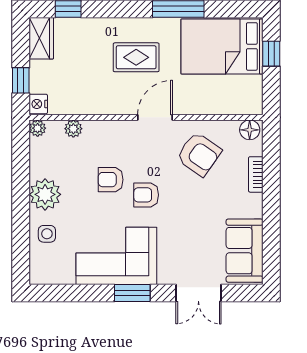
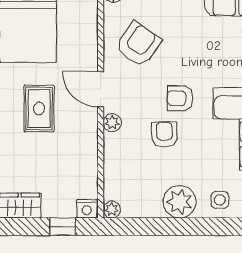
plant: (73, 129) -> (112, 123), moved
armchair: (111, 180) -> (164, 135), turned 180
armchair: (146, 195) -> (180, 98), turned 90

